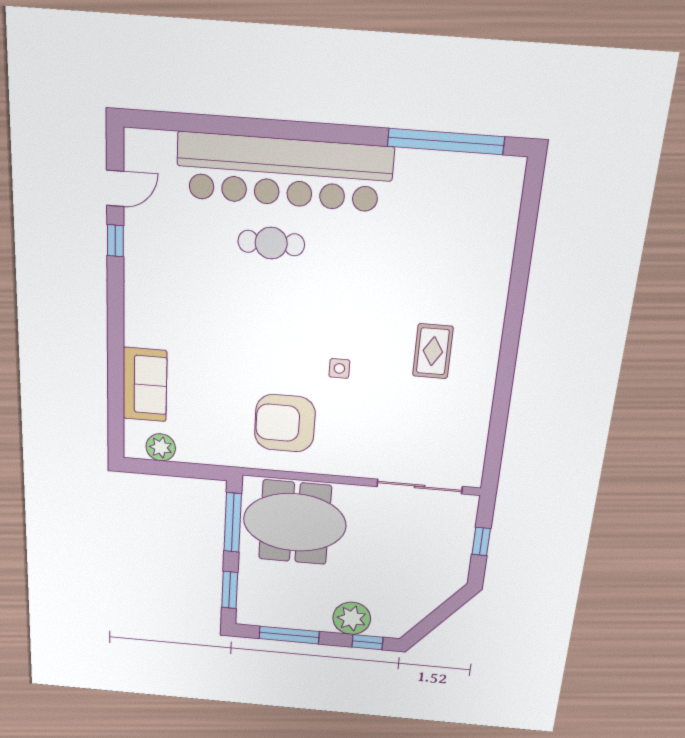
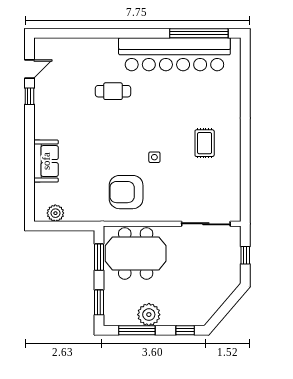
bar counter: (284, 172) -> (174, 54), moved
sofa: (145, 385) -> (46, 161), moved
window: (233, 523) -> (99, 257), width x0.69
plant: (352, 618) -> (149, 315), moved

